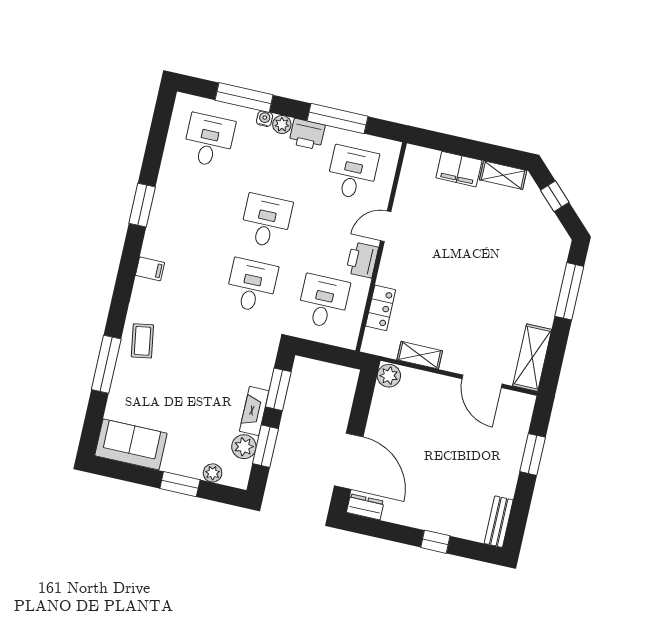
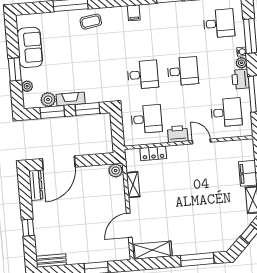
sofa: (131, 444) -> (30, 47), moved
dresser: (365, 507) -> (36, 185), width x1.44

